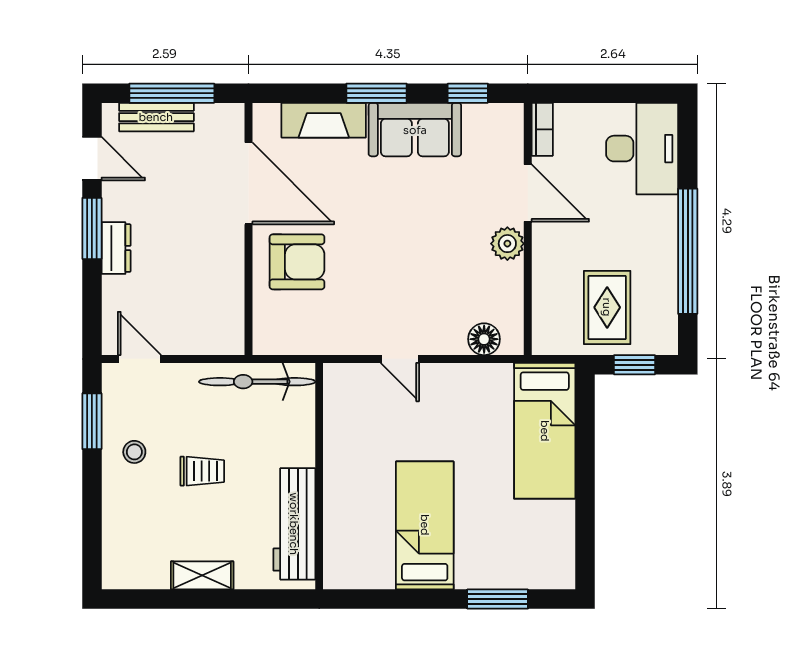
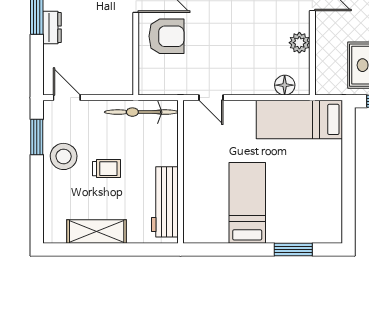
plant: (507, 244) -> (299, 43), moved
door: (400, 359) -> (211, 98), moved
bed: (545, 431) -> (299, 119), moved, turned 90
stool: (134, 452) -> (64, 156), width x1.89, depth x1.89
shelving: (202, 575) -> (97, 232), width x1.50, depth x1.33

